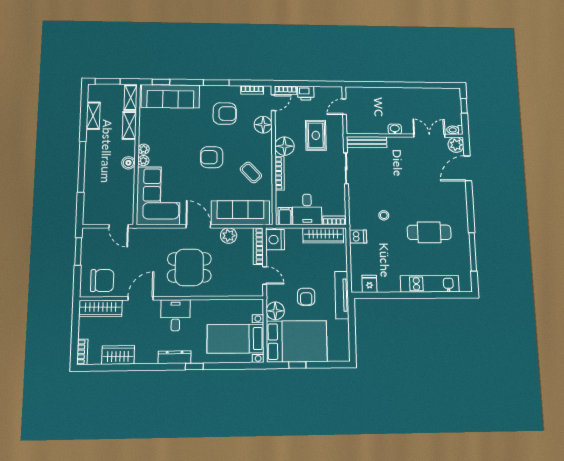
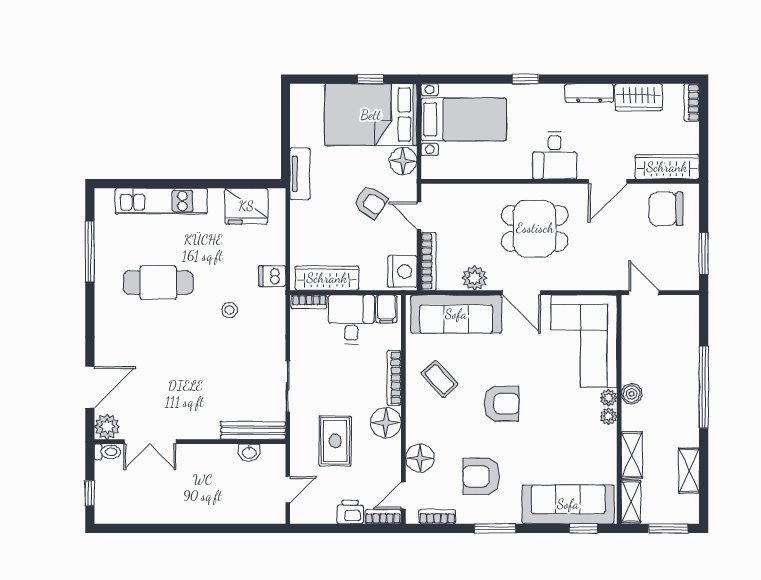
washbasin: (395, 129) -> (249, 453), moved
fridge: (369, 284) -> (246, 206), width x1.88, depth x1.34
tv unit: (342, 295) -> (300, 174), width x0.71
armchair: (306, 297) -> (371, 202), moved, turned 124
dresser: (175, 357) -> (589, 93), moved

